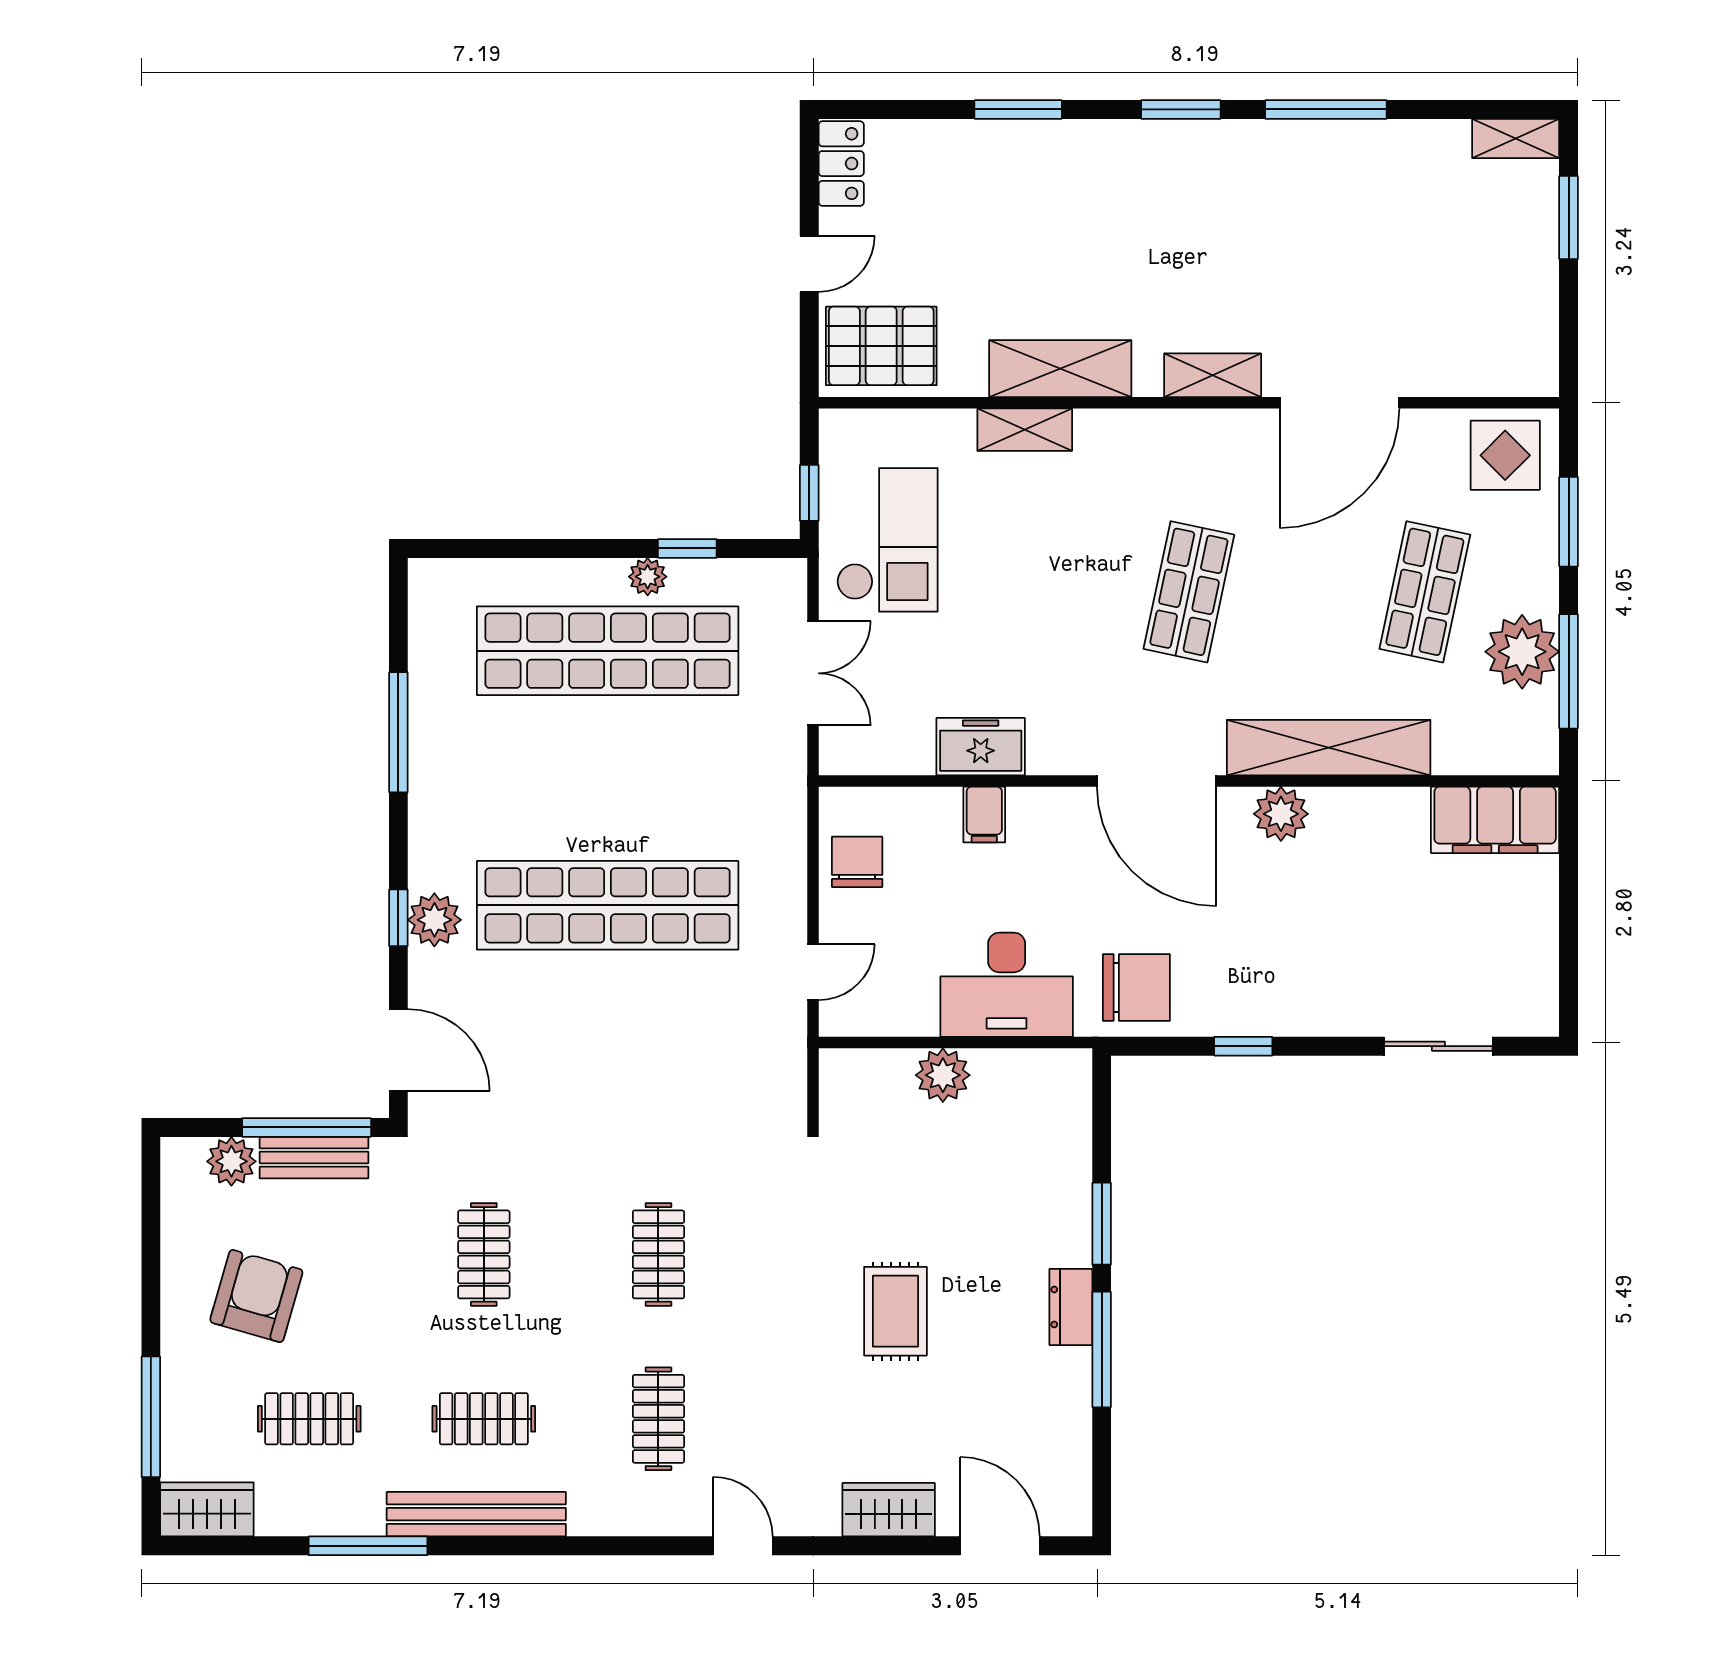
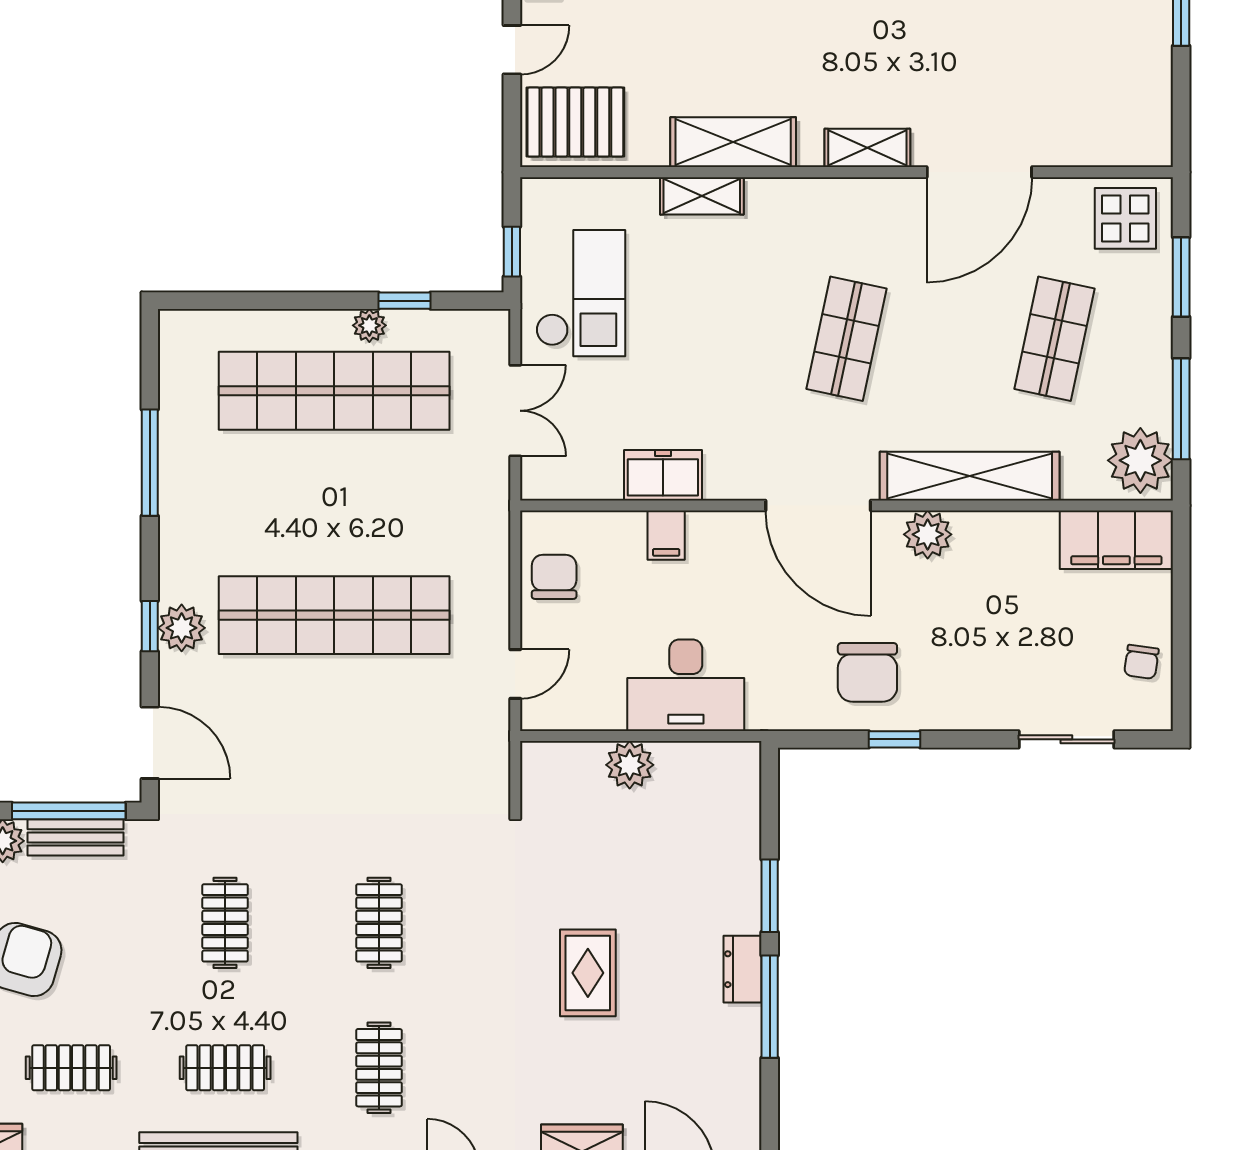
plant: (1522, 652) -> (1140, 460), moved
chair: (1523, 958) -> (1141, 662), added
chair: (1136, 987) -> (867, 672), moved, turned 90

